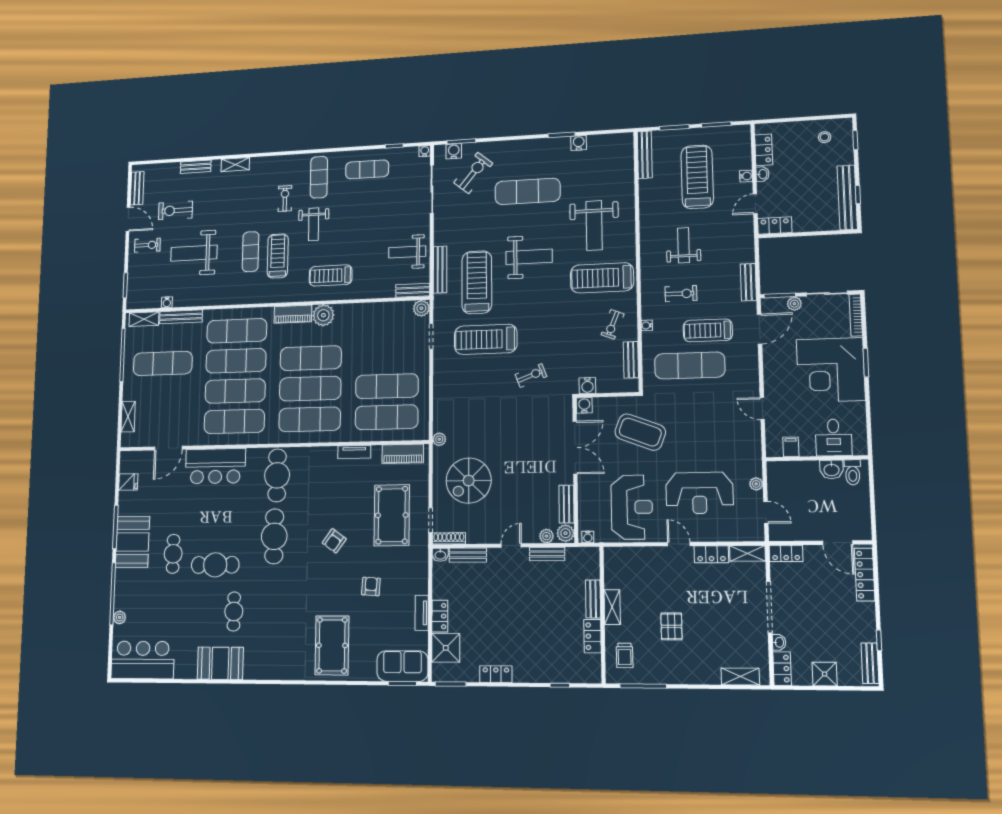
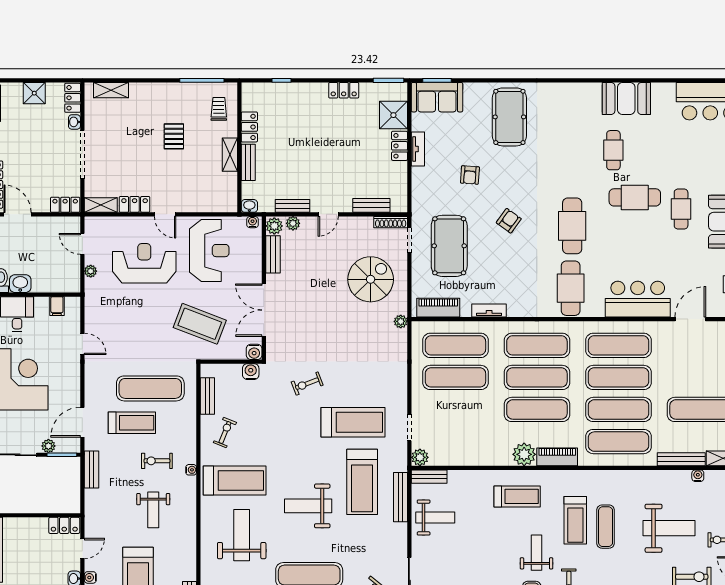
water cooler: (647, 325) -> (191, 470), moved
reception desk: (632, 507) -> (209, 251), turned 180
washbasin: (440, 555) -> (249, 206), moved

